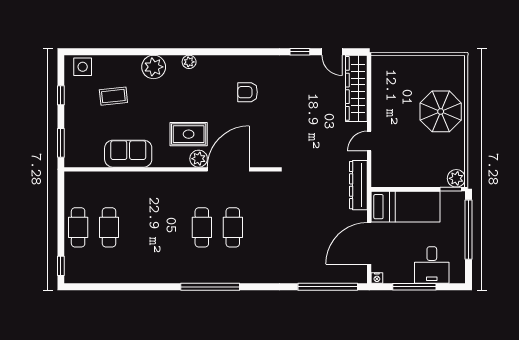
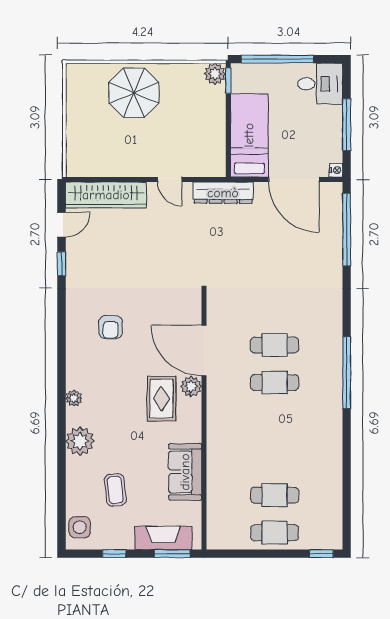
fireplace: (74, 136) -> (163, 538), added
desk: (432, 265) -> (320, 84), moved

